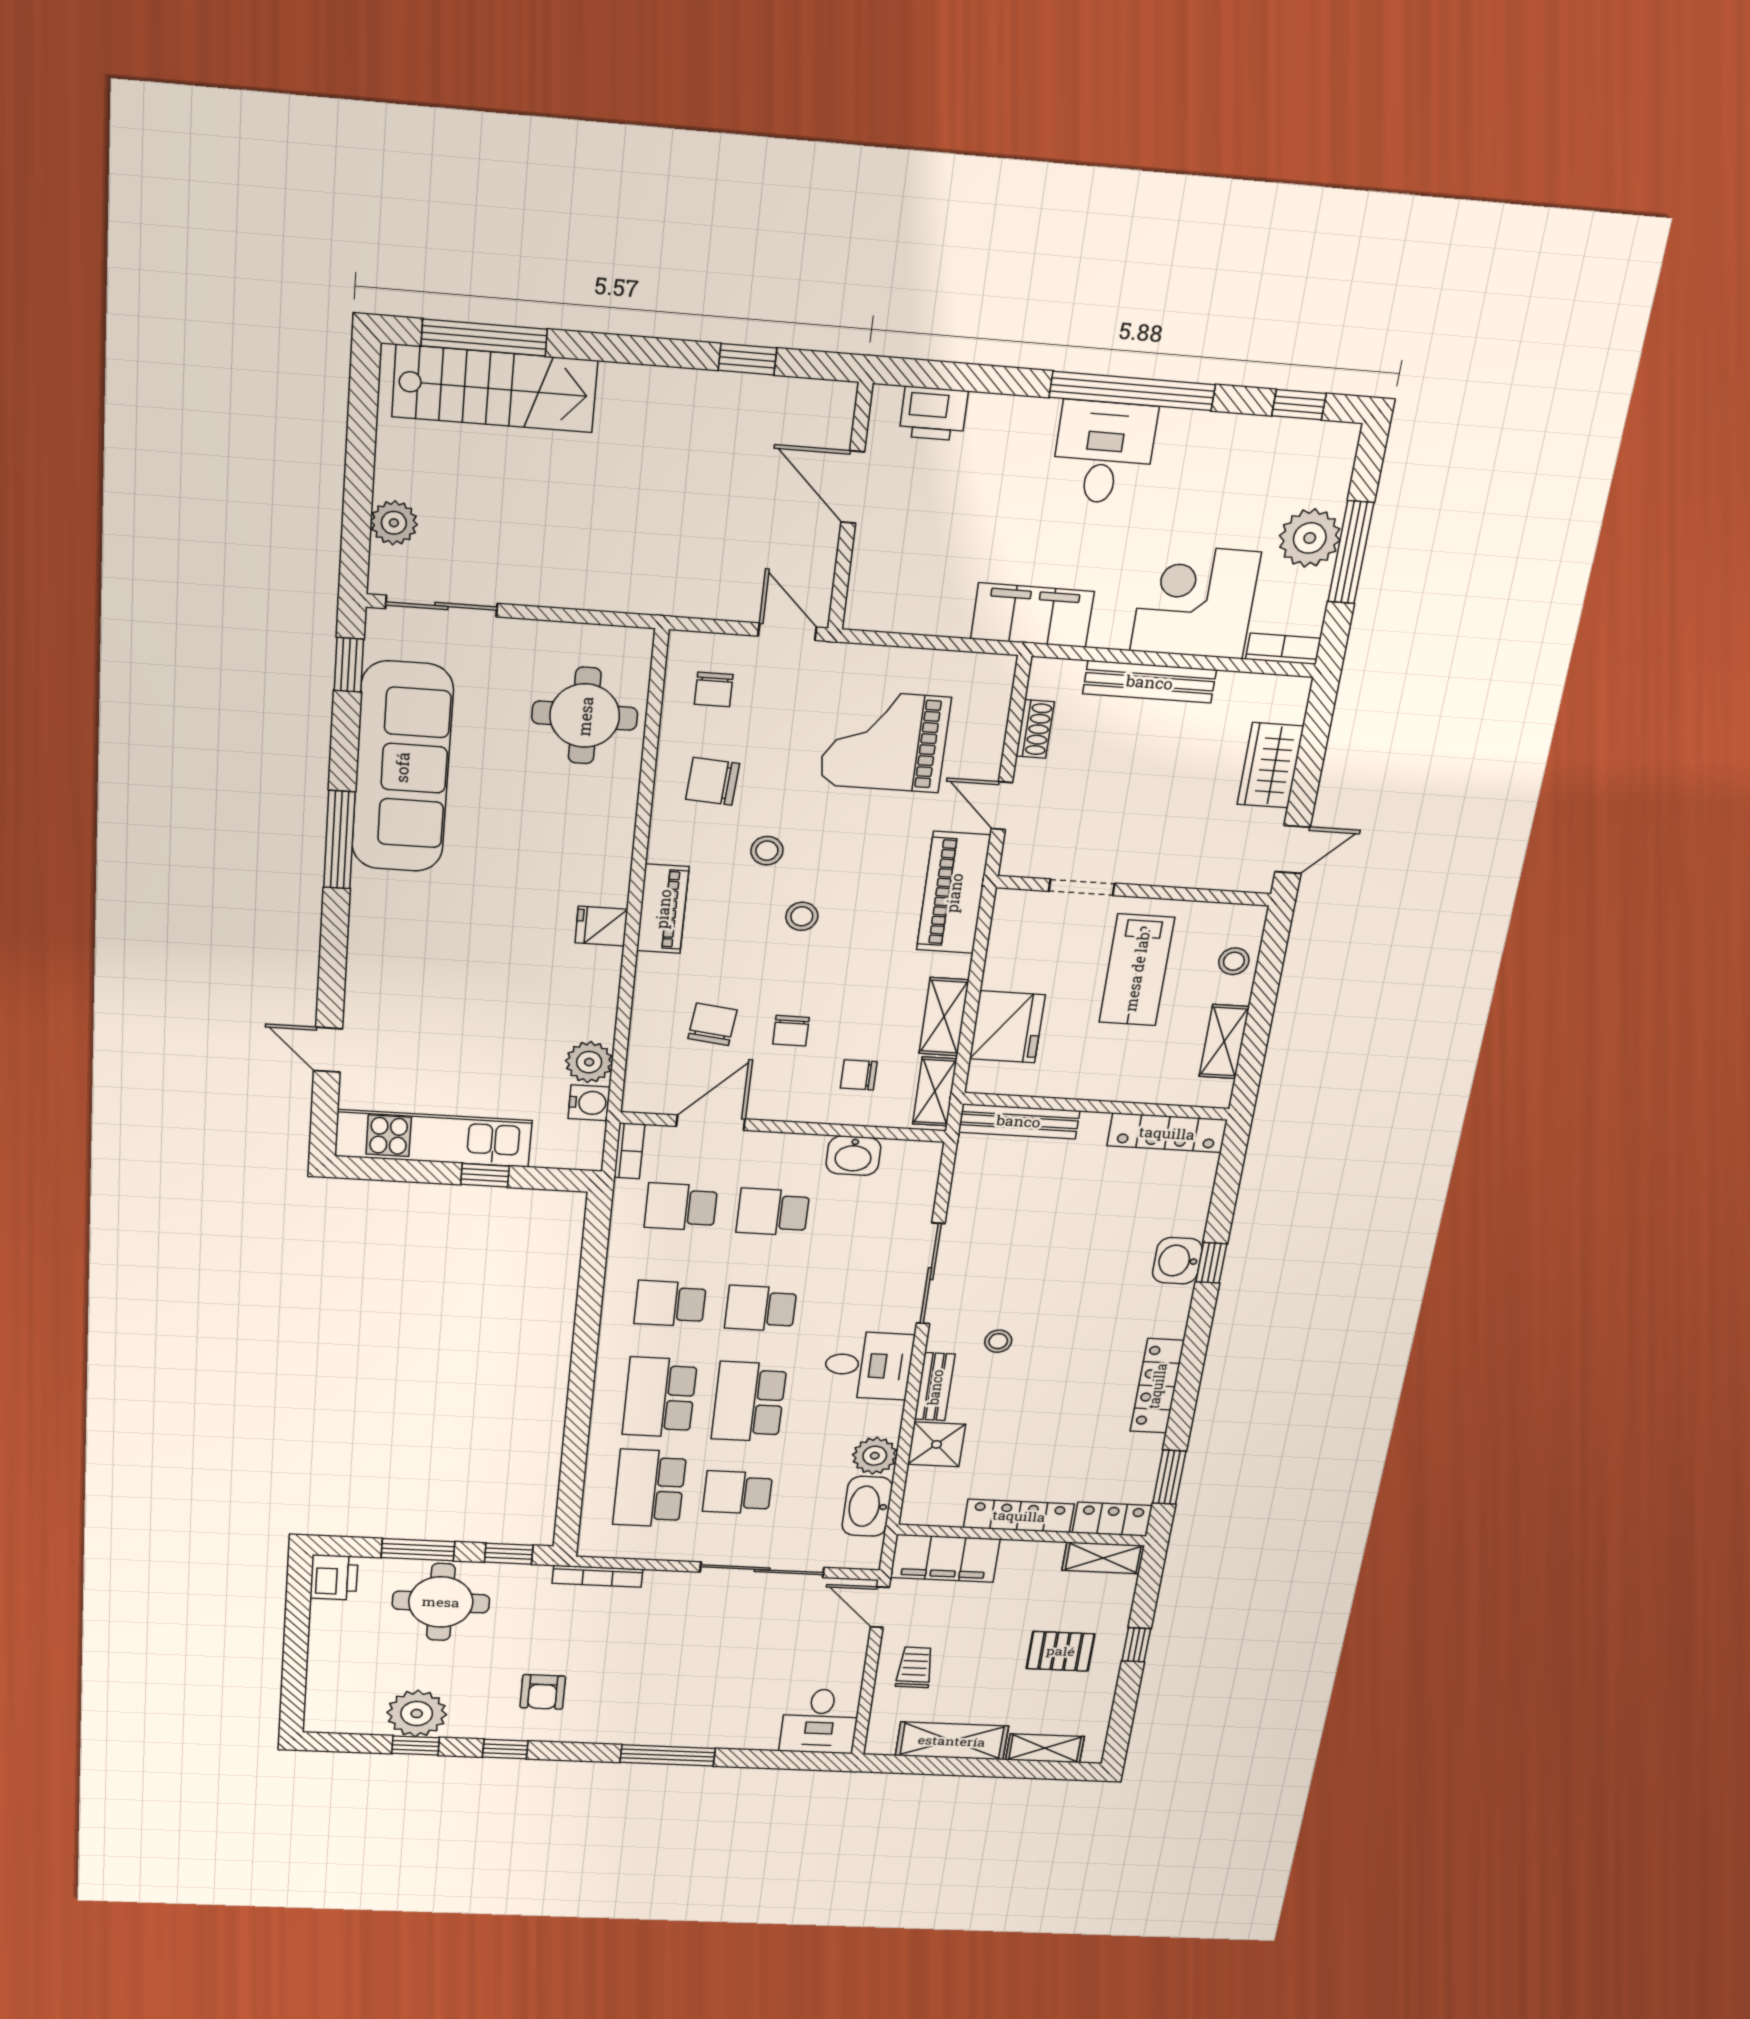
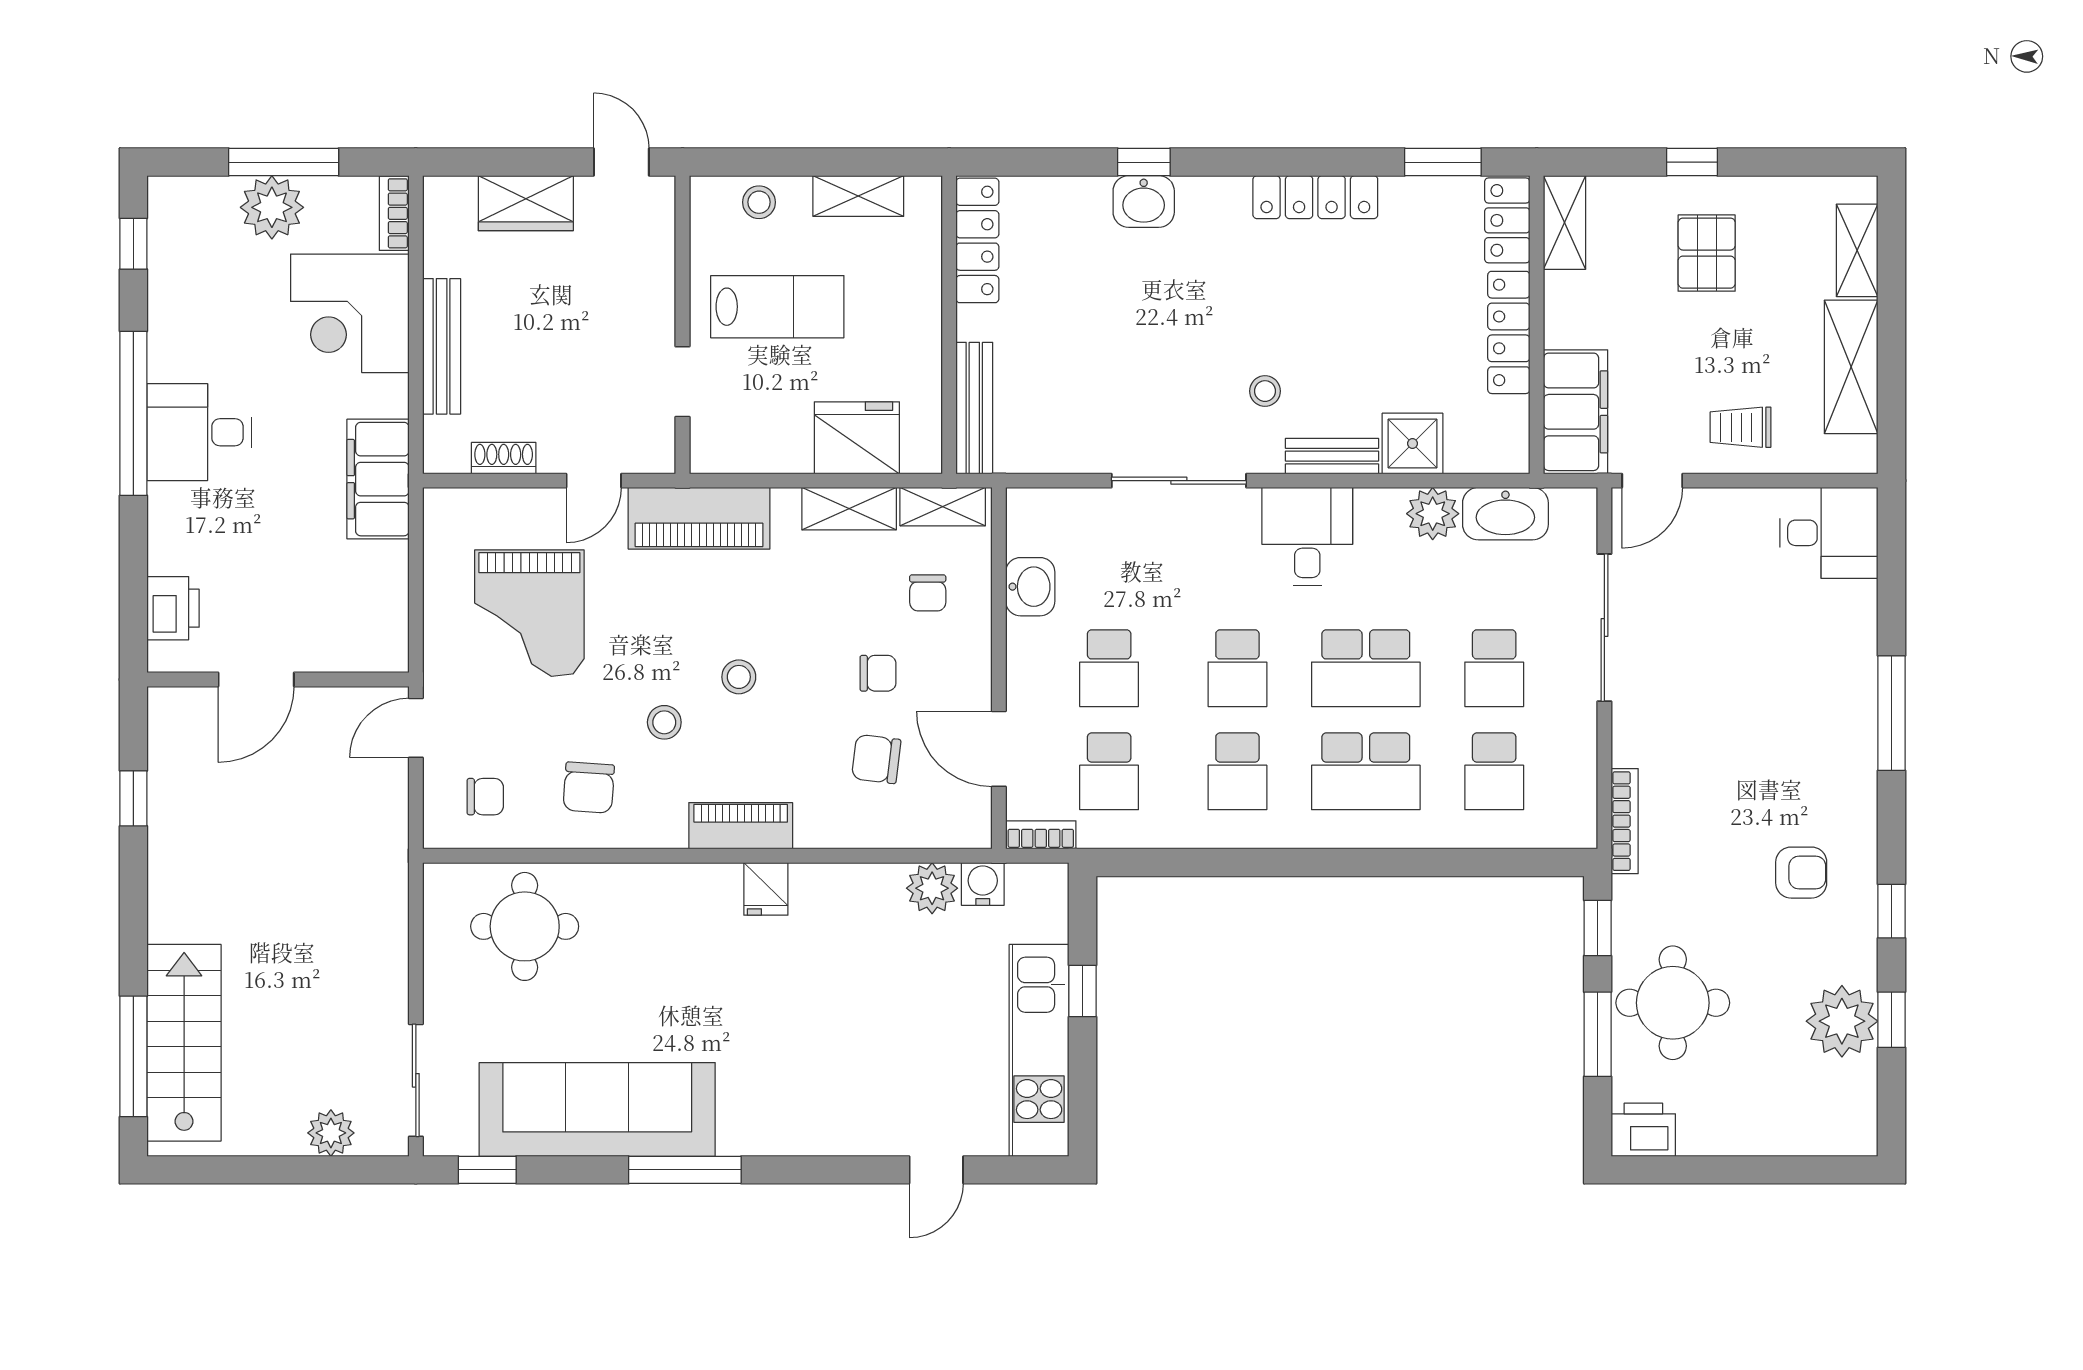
school desk: (650, 1488) -> (1494, 771), width x0.54

